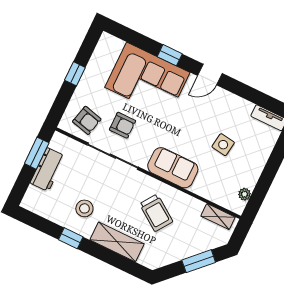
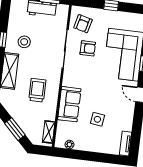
armchair: (123, 125) -> (88, 48), turned -90
sofa: (173, 168) -> (69, 104), moved
trolley: (156, 213) -> (37, 90), turned 145

